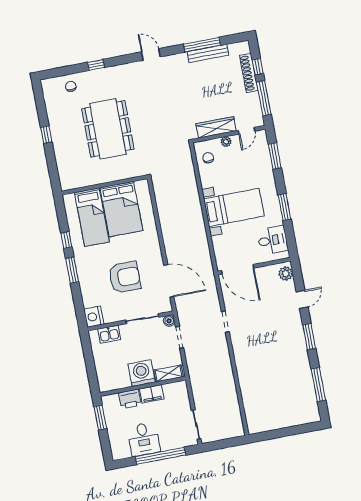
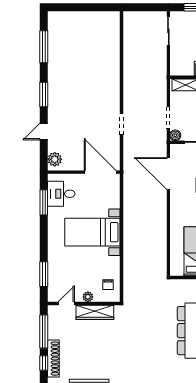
window: (284, 207) -> (44, 202), moved

